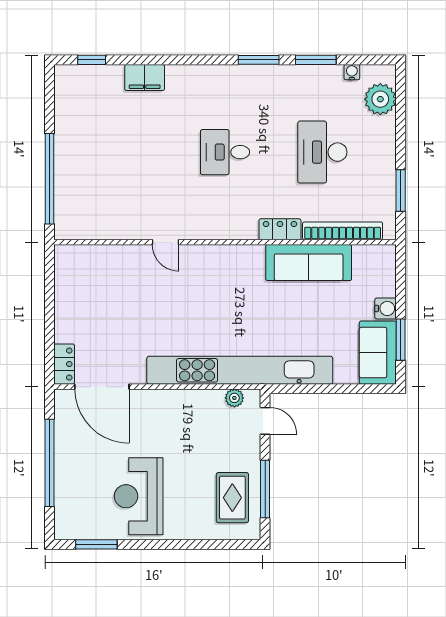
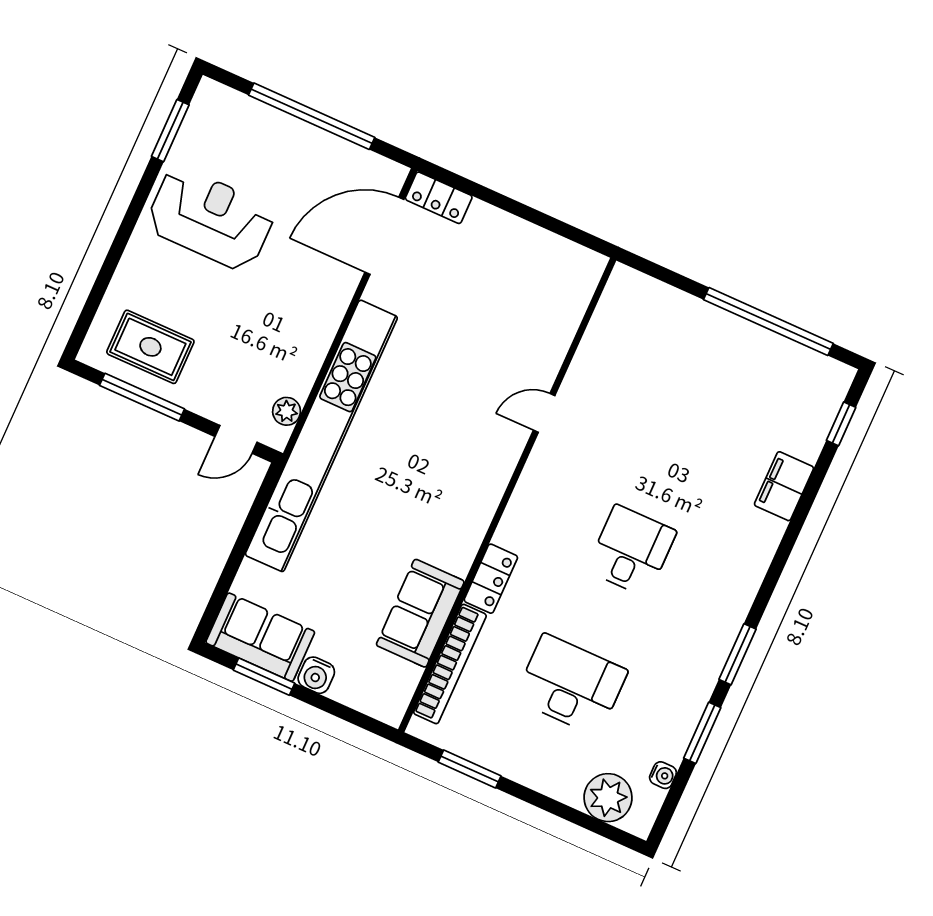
window: (49, 179) -> (768, 322), moved
sofa: (309, 263) -> (420, 613), width x0.73

